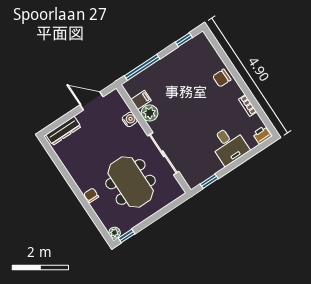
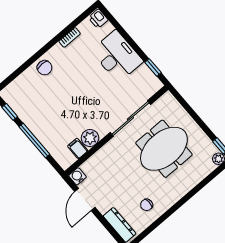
window: (142, 67) -> (34, 141), moved
water cooler: (130, 119) -> (78, 176), moved
desk: (229, 145) -> (117, 56), width x1.37
chair: (91, 195) -> (147, 205), moved

